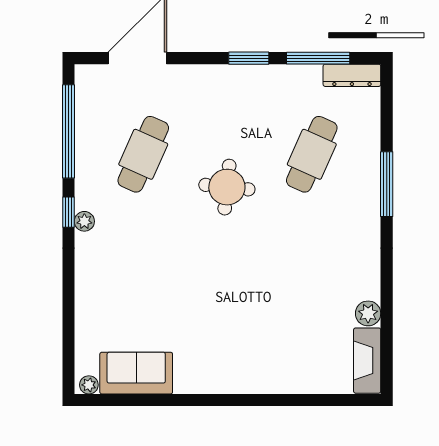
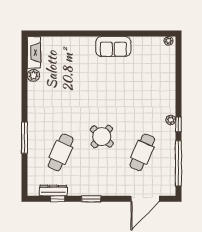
window: (318, 58) -> (58, 199), width x0.46
dresser: (352, 75) -> (53, 191), moved
round table: (227, 187) -> (102, 136), turned 36
sofa: (136, 373) -> (113, 47), moved

